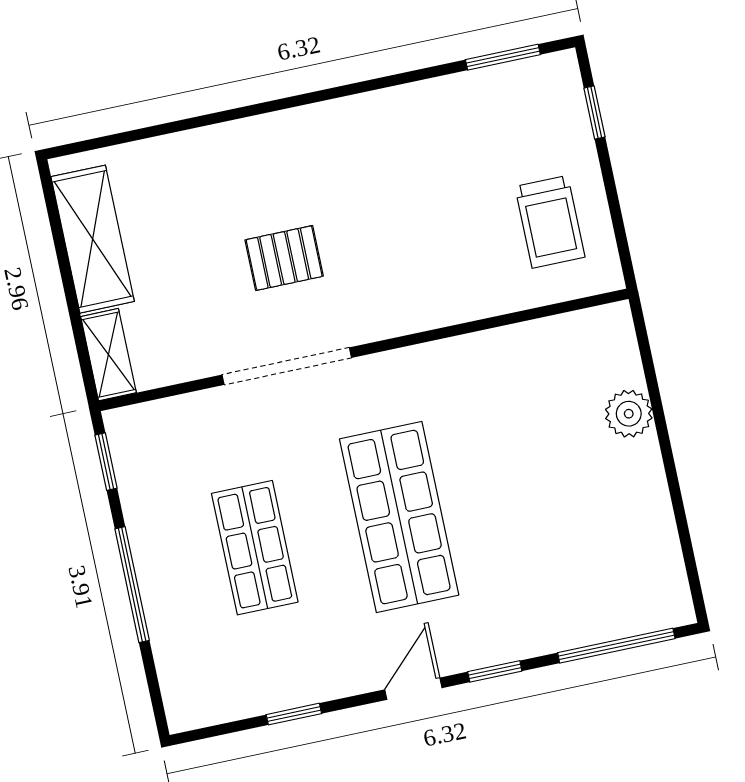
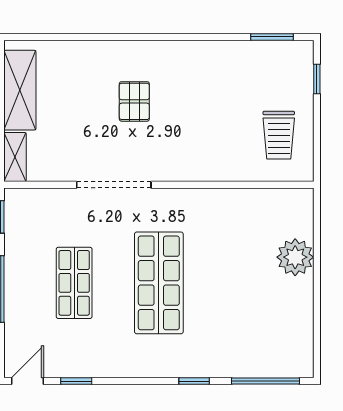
pallet: (284, 258) -> (134, 101), moved, turned 90
plant: (629, 414) -> (295, 257), width x1.36, depth x1.36
door: (413, 689) -> (27, 381), moved

